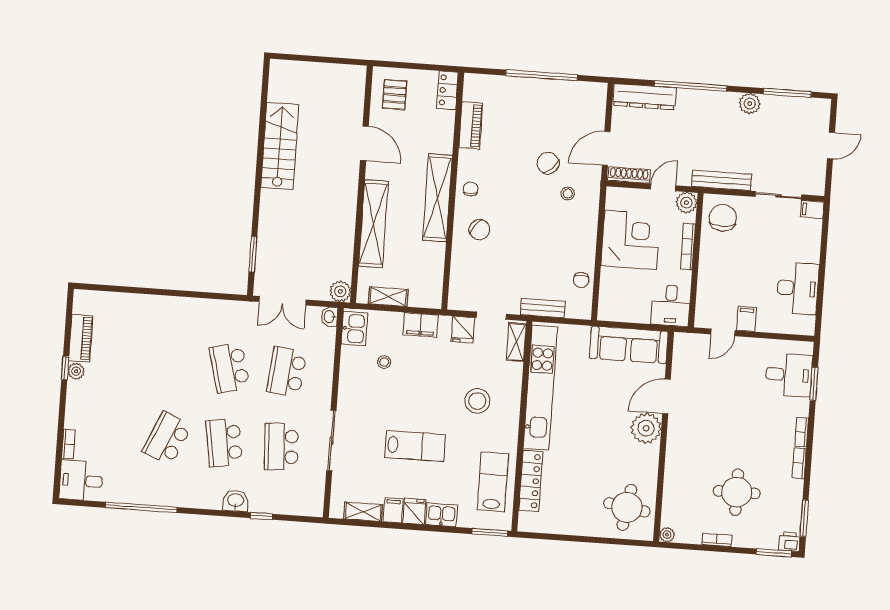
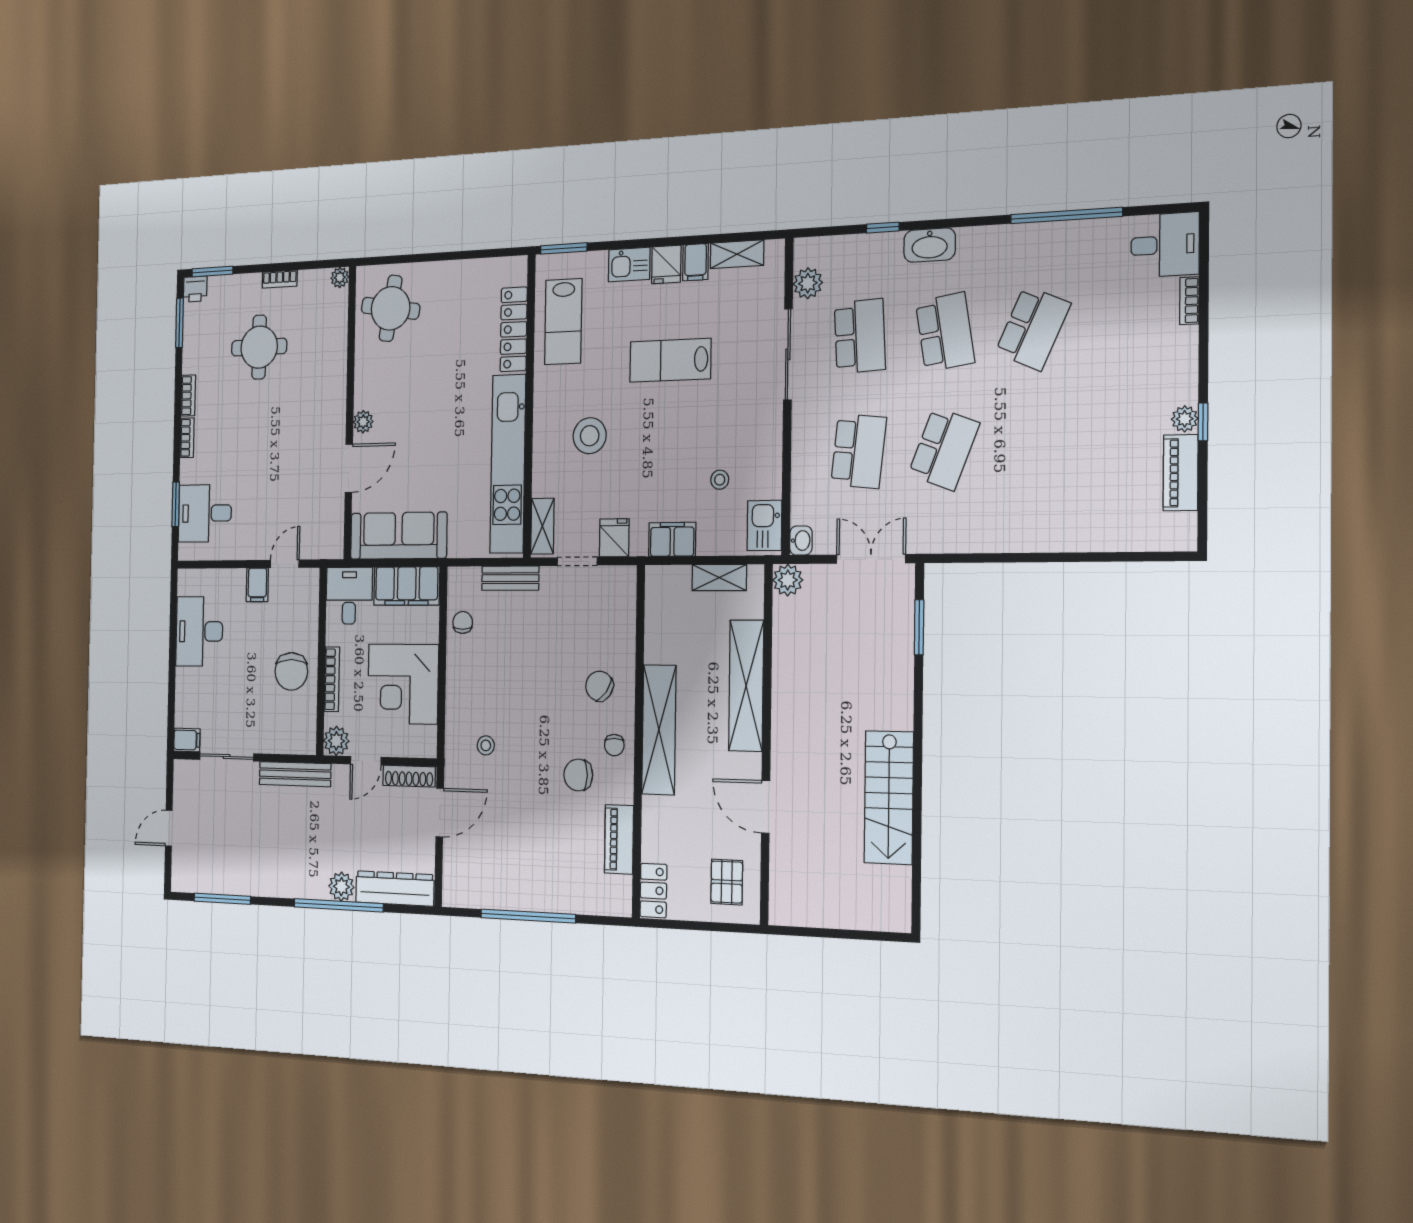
plant: (750, 104) -> (341, 887), moved
chair: (548, 163) -> (578, 775), moved, turned 135
chair: (723, 218) -> (291, 671), moved
filing cabinet: (624, 309) -> (407, 586), added
school desk: (230, 368) -> (944, 449), turned 36
plant: (646, 428) -> (363, 422), width x0.53, depth x0.53
plant: (315, 486) -> (808, 283), added
washbasin: (236, 501) -> (930, 245), width x1.38

